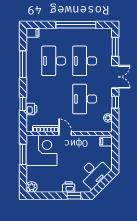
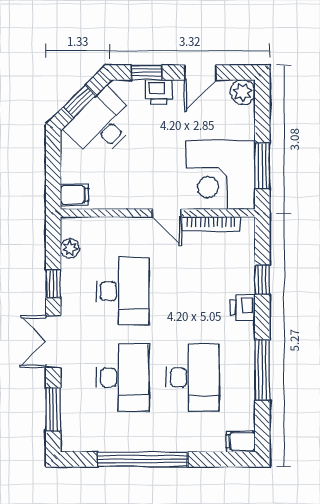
printer: (31, 109) -> (243, 308), moved
window: (104, 183) -> (80, 101), added
door: (50, 196) -> (200, 72), added

